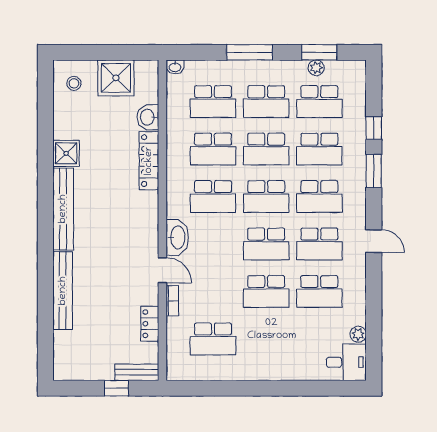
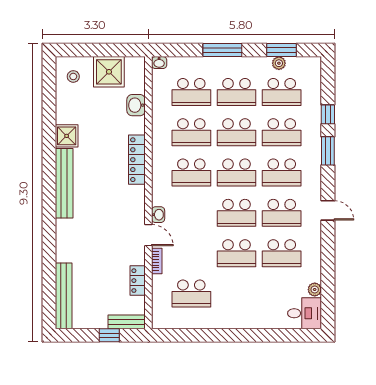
locker: (149, 161) -> (137, 160), moved
washbasin: (177, 237) -> (158, 215), width x0.52, depth x0.69
bench: (63, 291) -> (64, 296), moved

